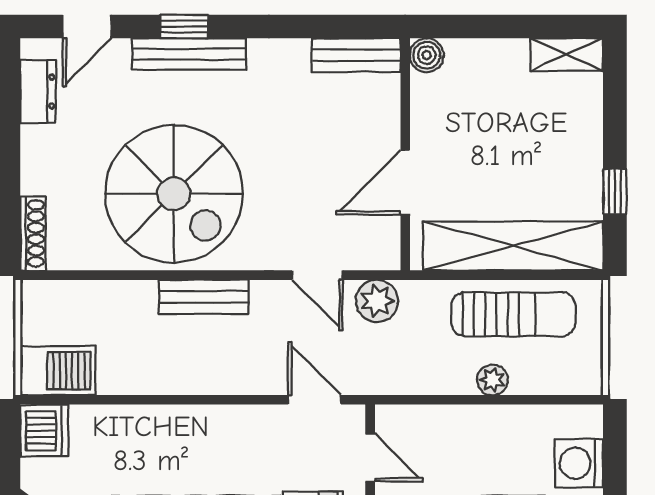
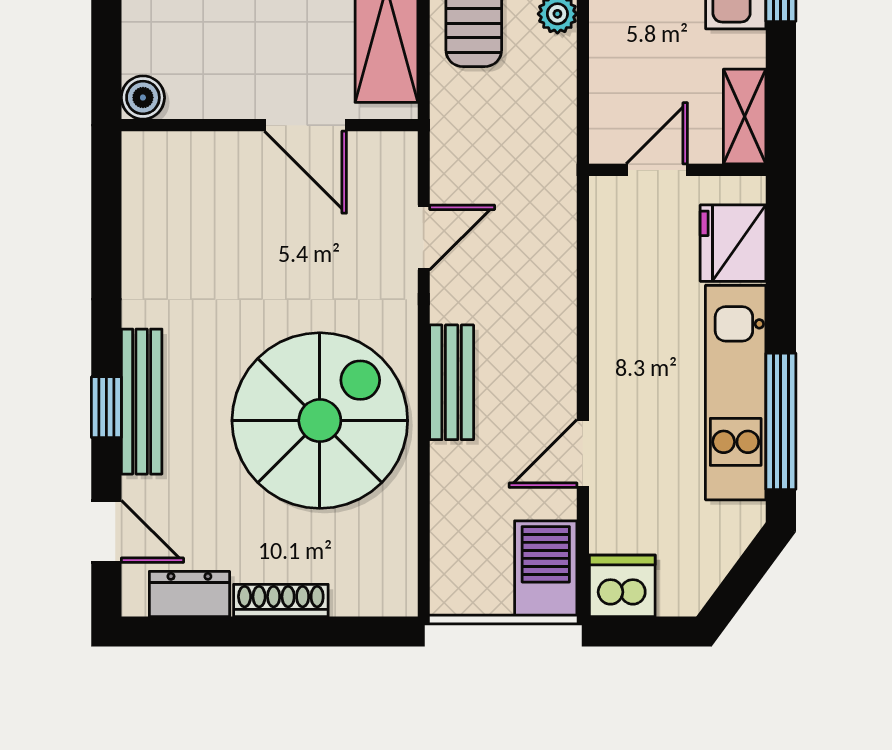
bench: (356, 55) -> (143, 188), removed
shoe rack: (33, 233) -> (281, 600), moved
plant: (377, 301) -> (457, 161), removed
door: (315, 400) -> (583, 454), moved

